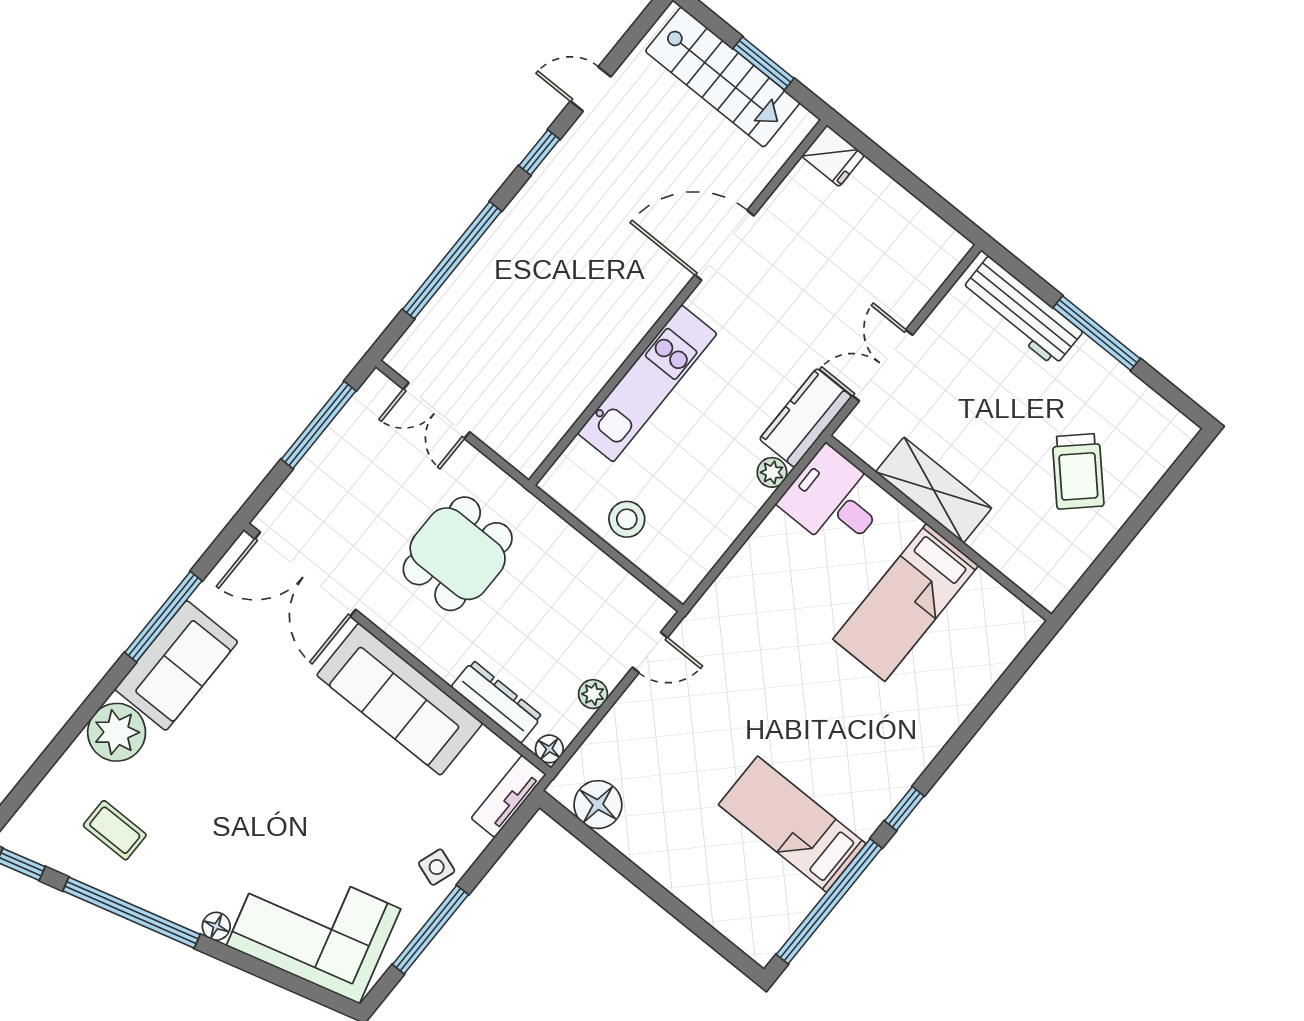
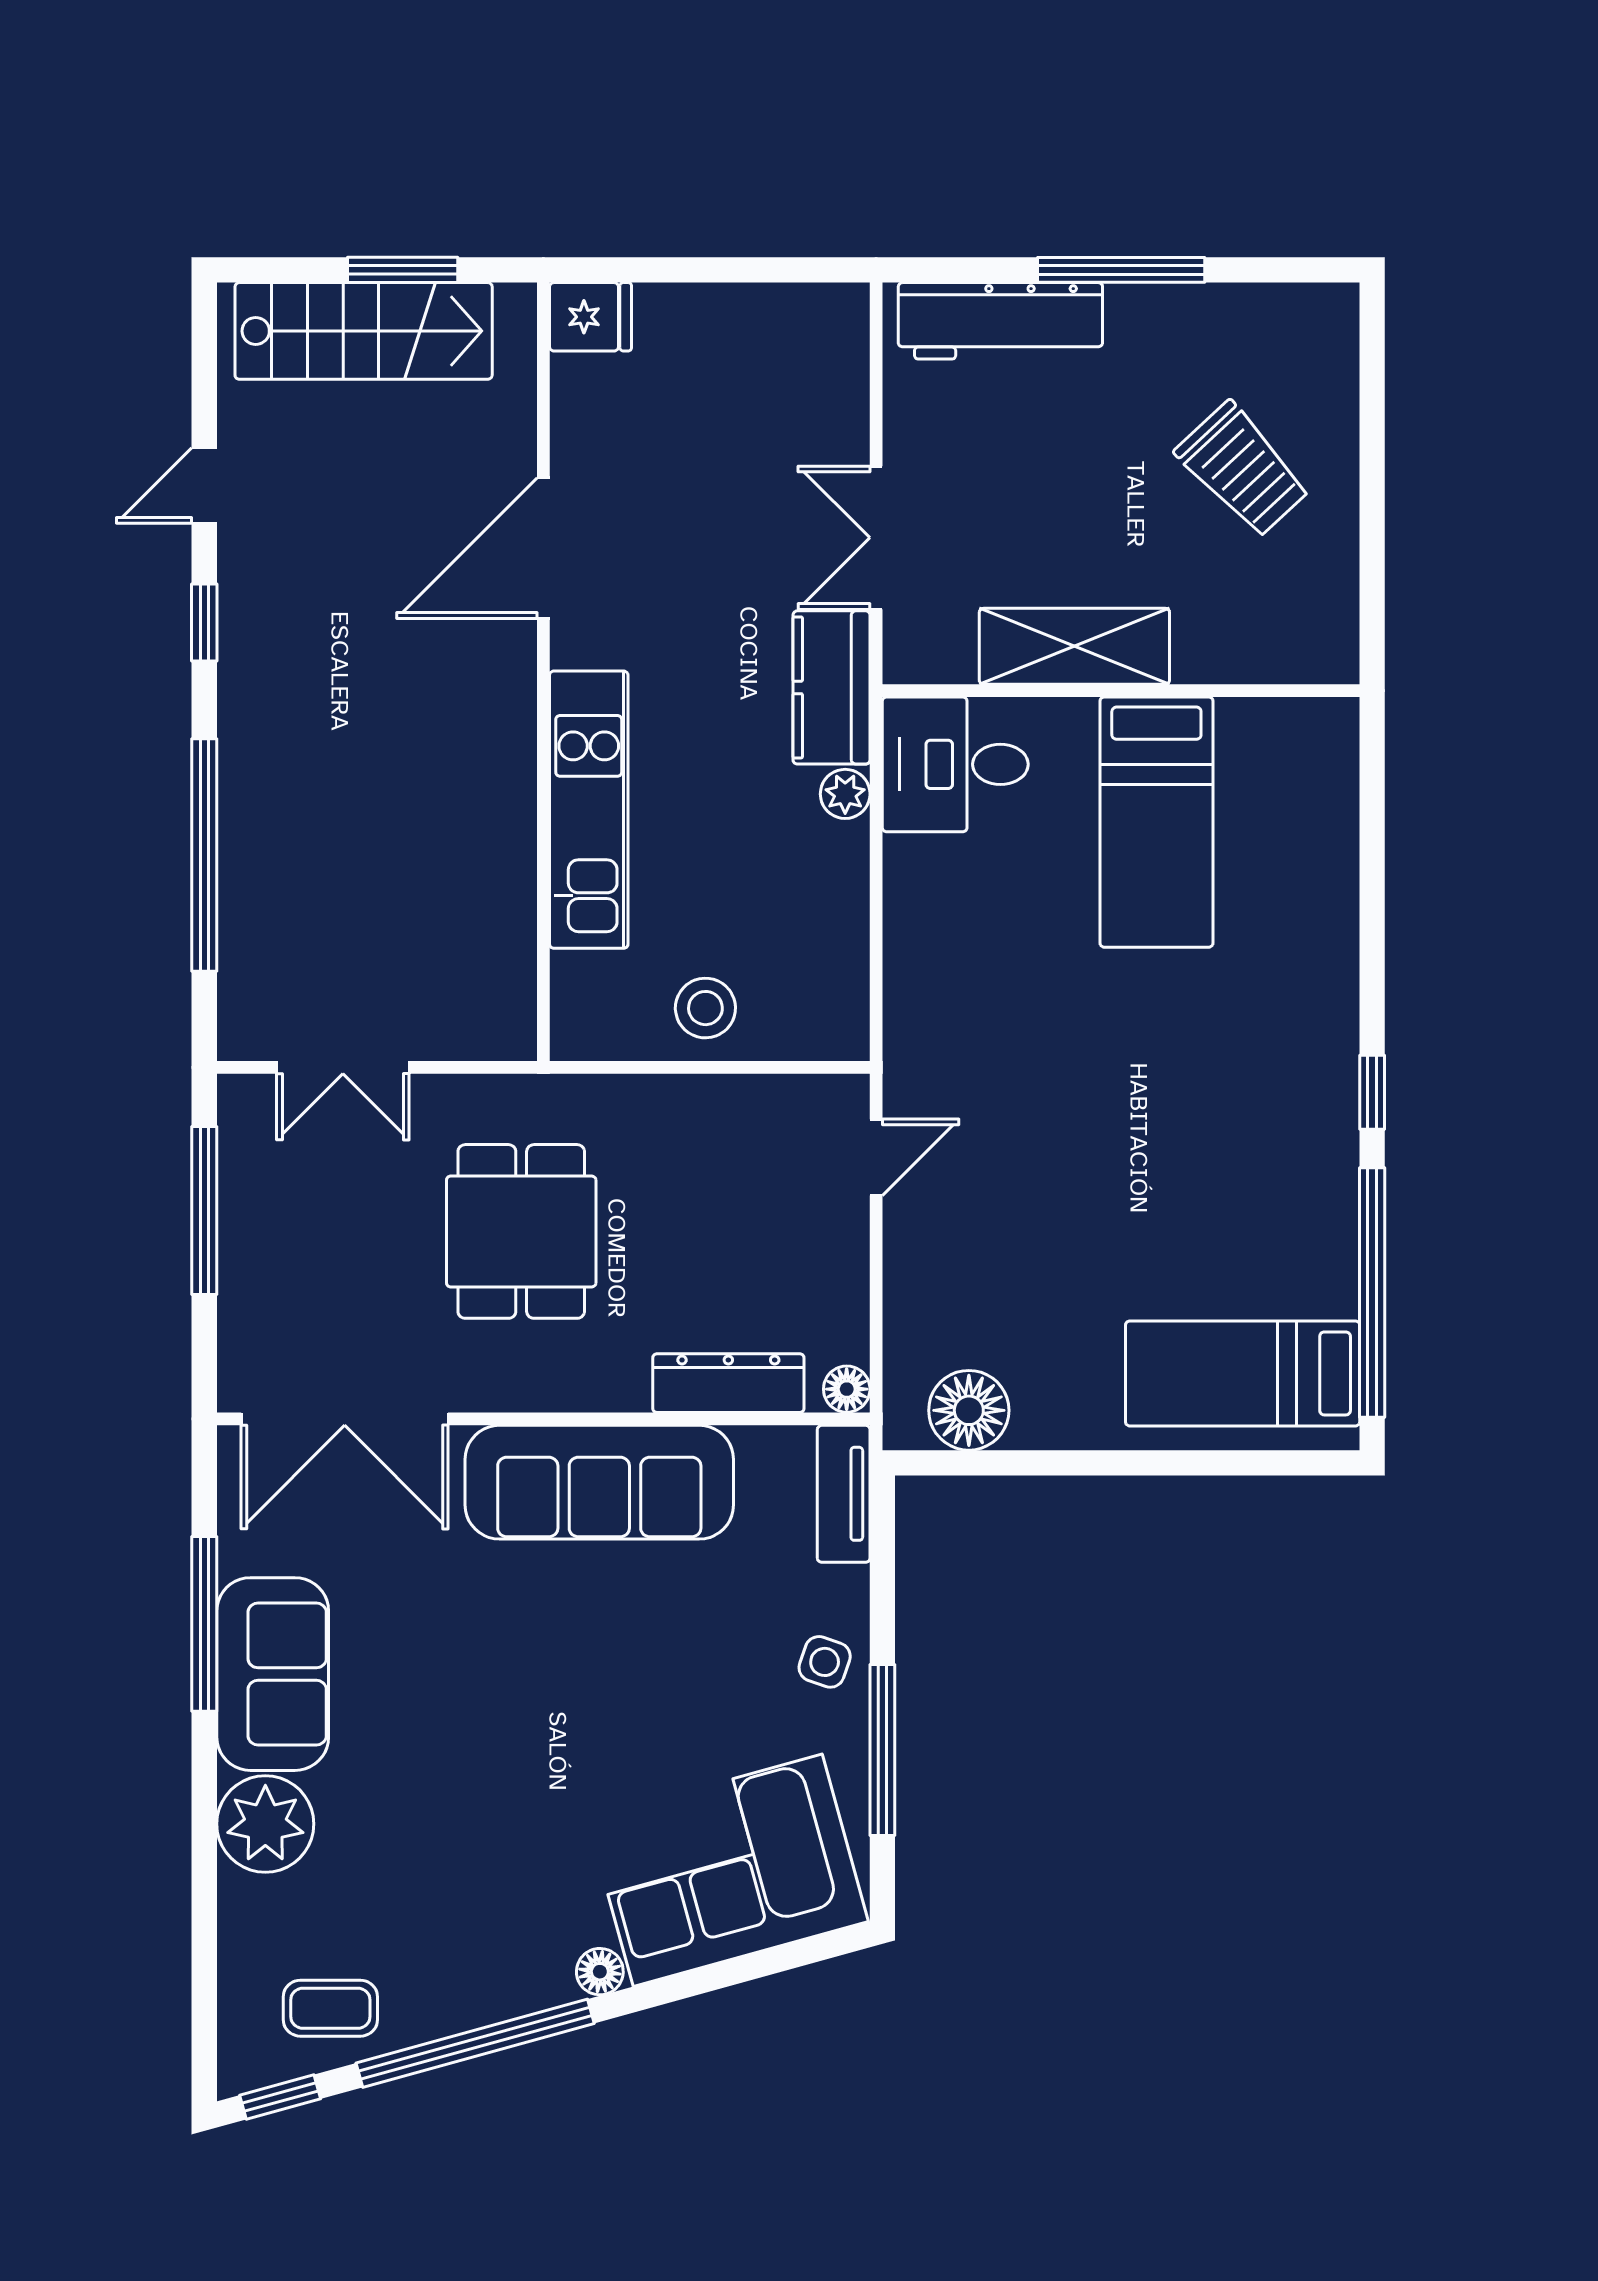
plant: (593, 694) -> (846, 1271), removed
bed: (792, 824) -> (1243, 1373), moved
coffee table: (115, 830) -> (330, 2008), moved

